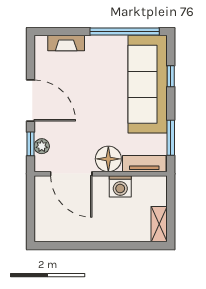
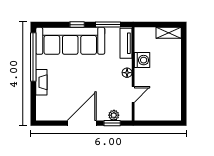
fireplace: (66, 43) -> (41, 82), moved
window: (171, 76) -> (77, 25), moved
floor lamp: (108, 159) -> (127, 73), width x0.53, depth x0.53
door: (71, 174) -> (133, 94), width x0.53

